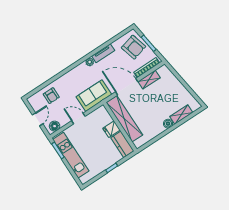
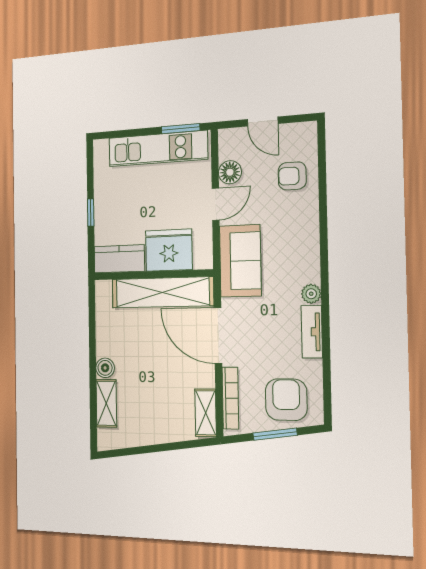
armchair: (134, 47) -> (286, 400), turned 105
shelving: (149, 80) -> (206, 413), moved
door: (127, 87) -> (218, 336), swing flipped
floor lamp: (55, 126) -> (230, 172), moved
fridge: (111, 129) -> (169, 250), width x1.88, depth x1.34

